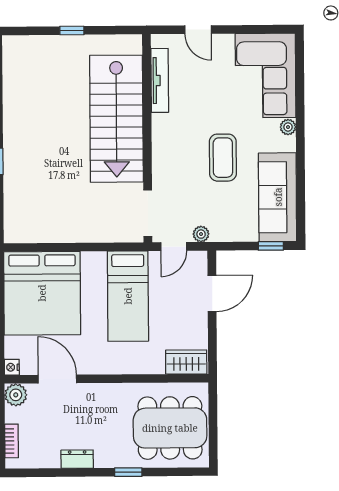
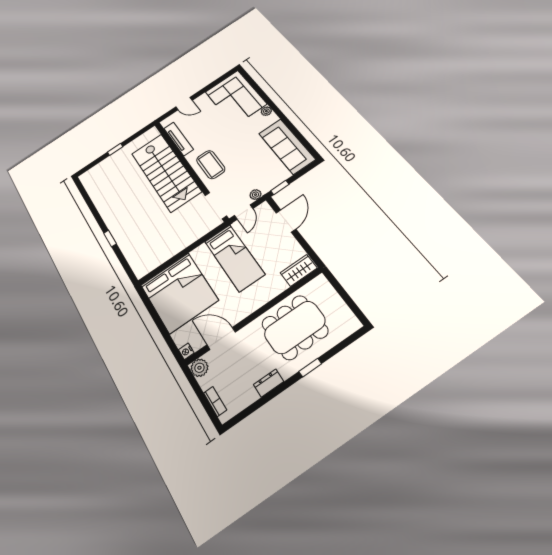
coffee table: (223, 158) -> (211, 165), moved
window: (271, 246) -> (280, 187), moved
dining table: (170, 428) -> (295, 327), moved

